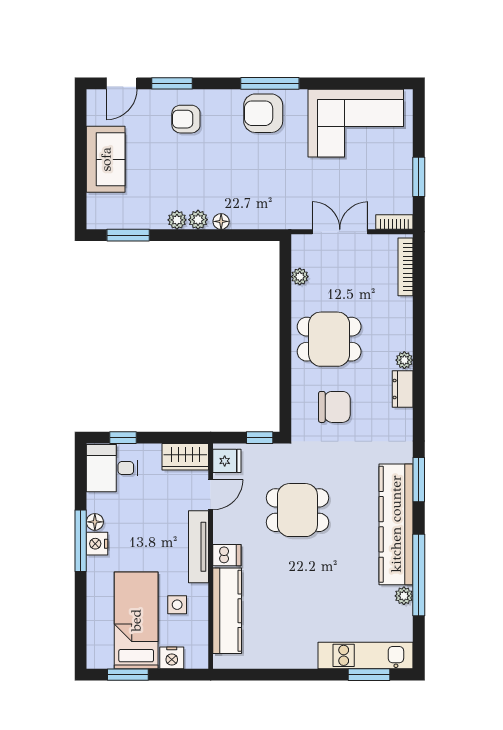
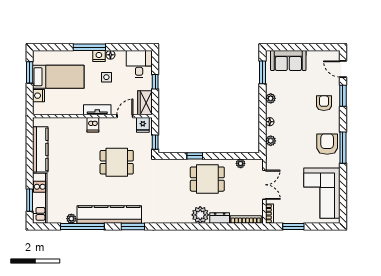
sofa: (106, 159) -> (288, 61), moved
plant: (198, 220) -> (271, 141), moved
dining table: (329, 339) -> (207, 179), turned 90
plant: (404, 360) -> (200, 215), width x1.87, depth x1.87
window: (285, 363) -> (195, 156), added
dresser: (403, 389) -> (220, 218), moved
chair: (334, 407) -> (171, 182), removed
window: (123, 438) -> (155, 82), moved
door: (211, 495) -> (125, 116), swing flipped
dining table: (297, 510) -> (117, 162), turned 90
window: (81, 541) -> (89, 47), moved
tv unit: (198, 547) -> (97, 110), width x0.71
side table: (177, 605) -> (106, 77), moved
kitchen counter: (227, 611) -> (40, 149), moved, turned -90

